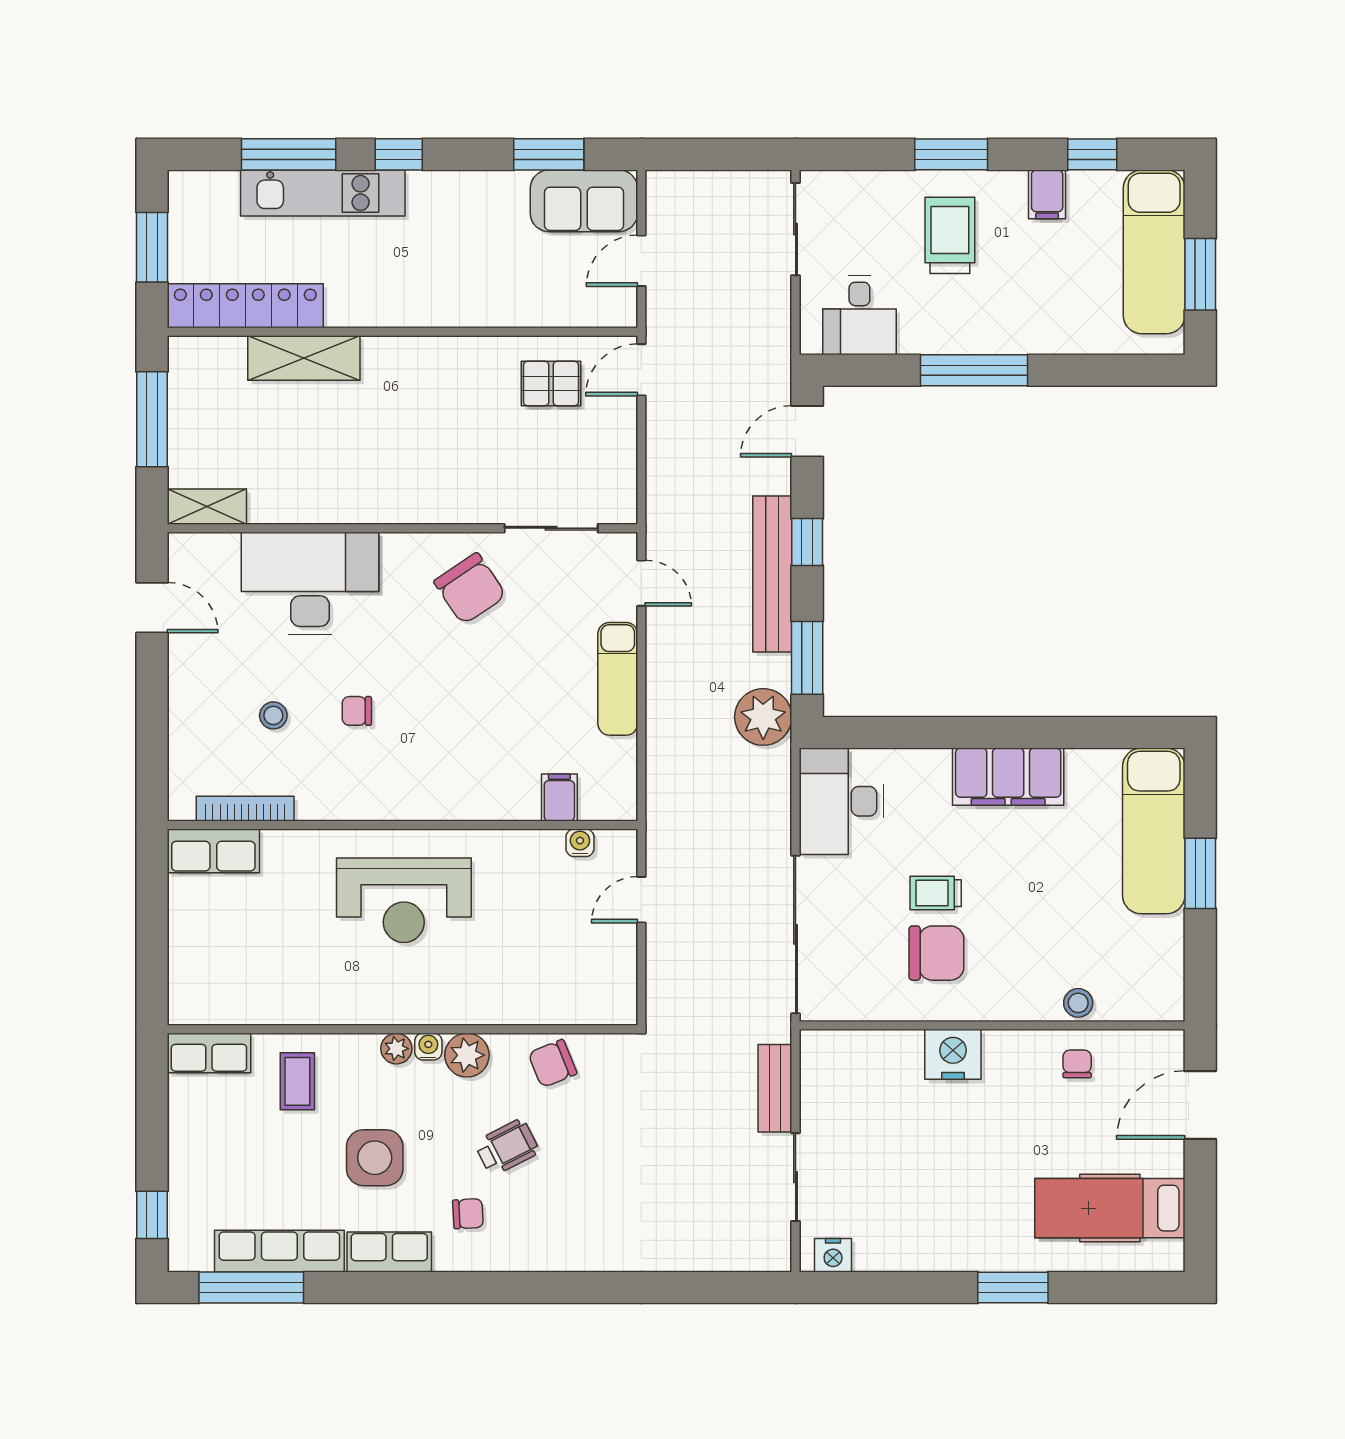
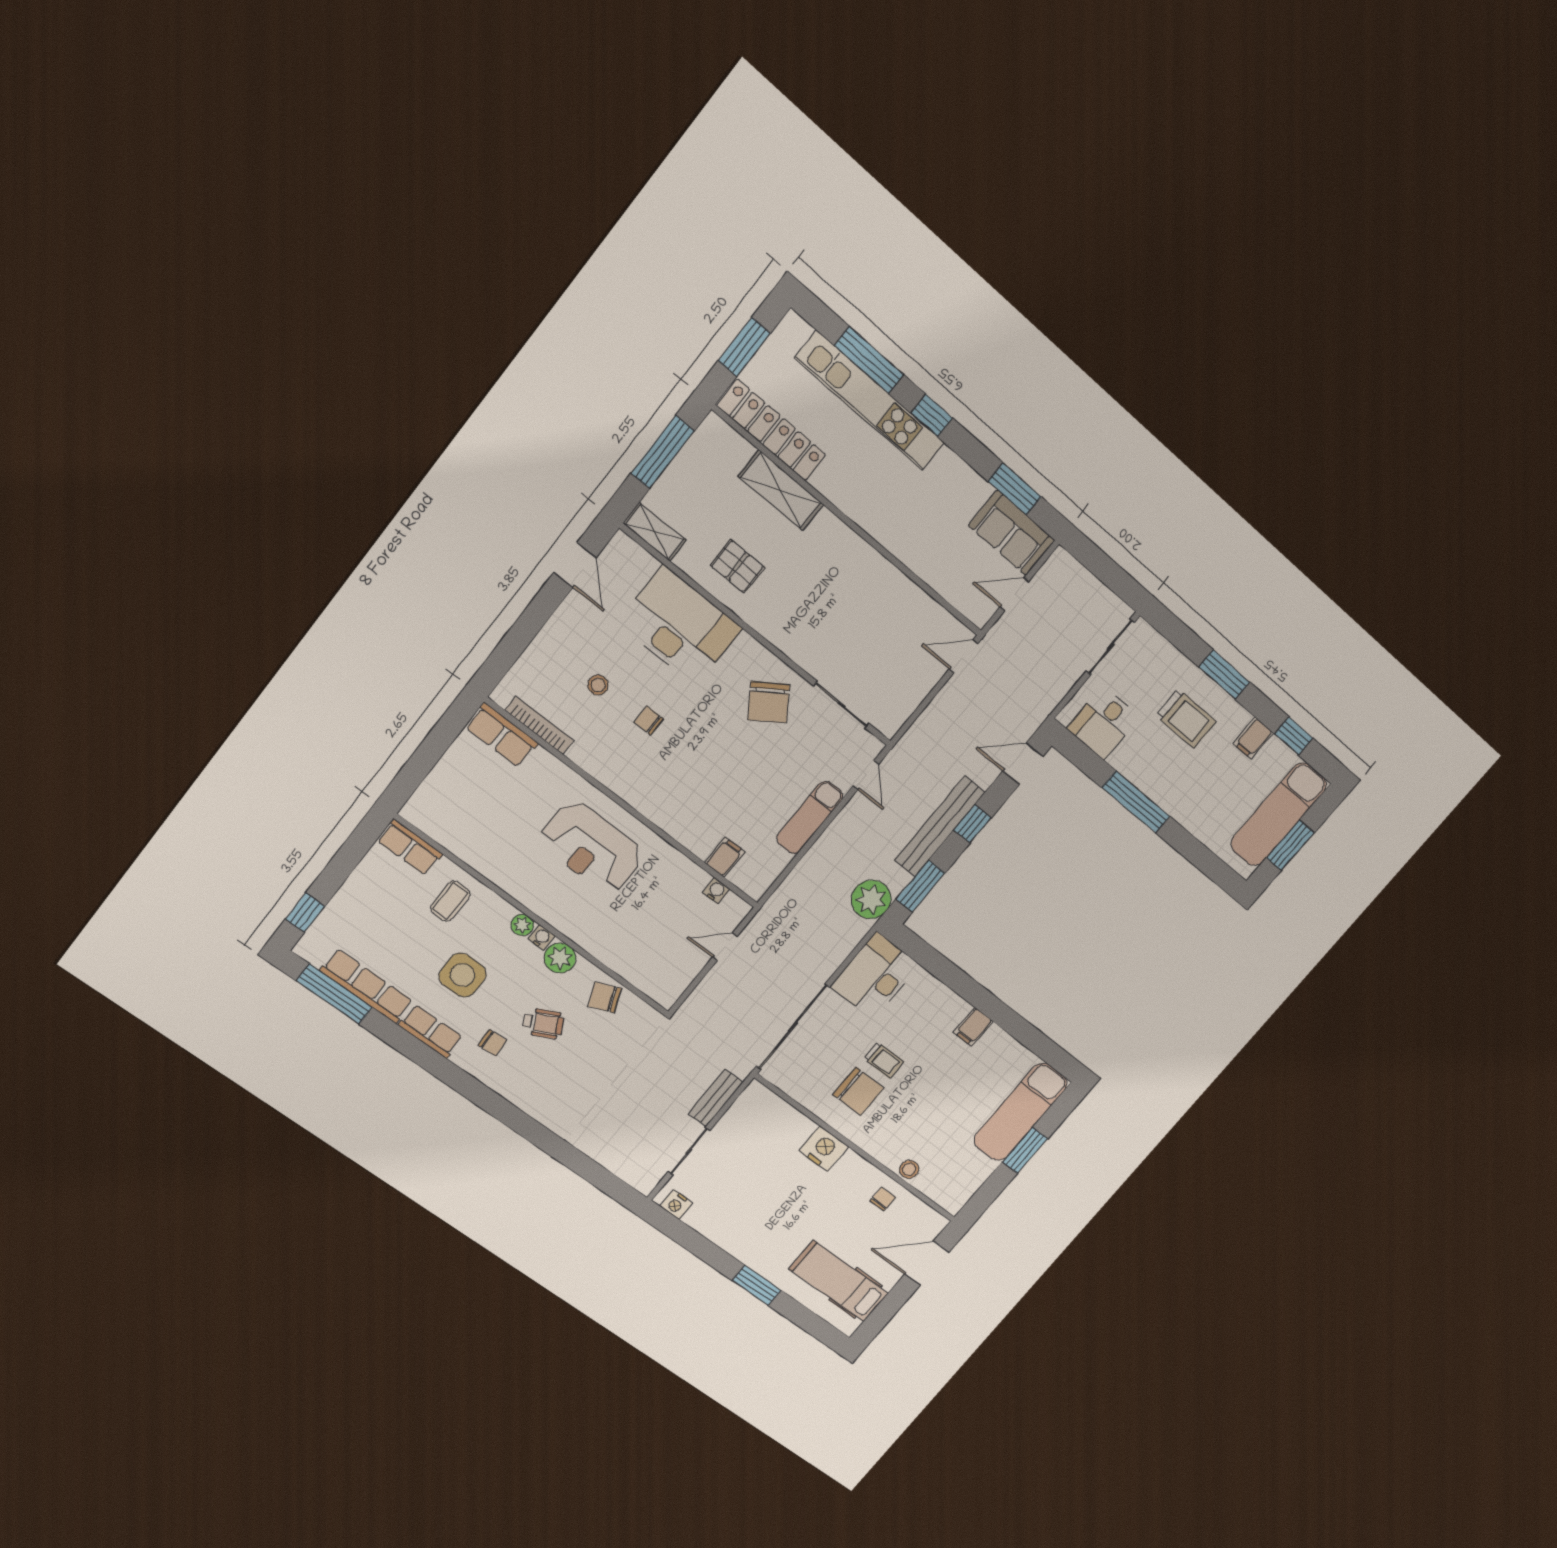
kitchen unit: (323, 193) -> (870, 401), width x1.36
trolley: (950, 235) -> (1186, 719), turned 90
pallet: (551, 384) -> (737, 566), moved
filing cabinet: (1008, 777) -> (973, 1027), width x0.33, depth x0.86
trolley: (936, 893) -> (884, 1060), turned 180

